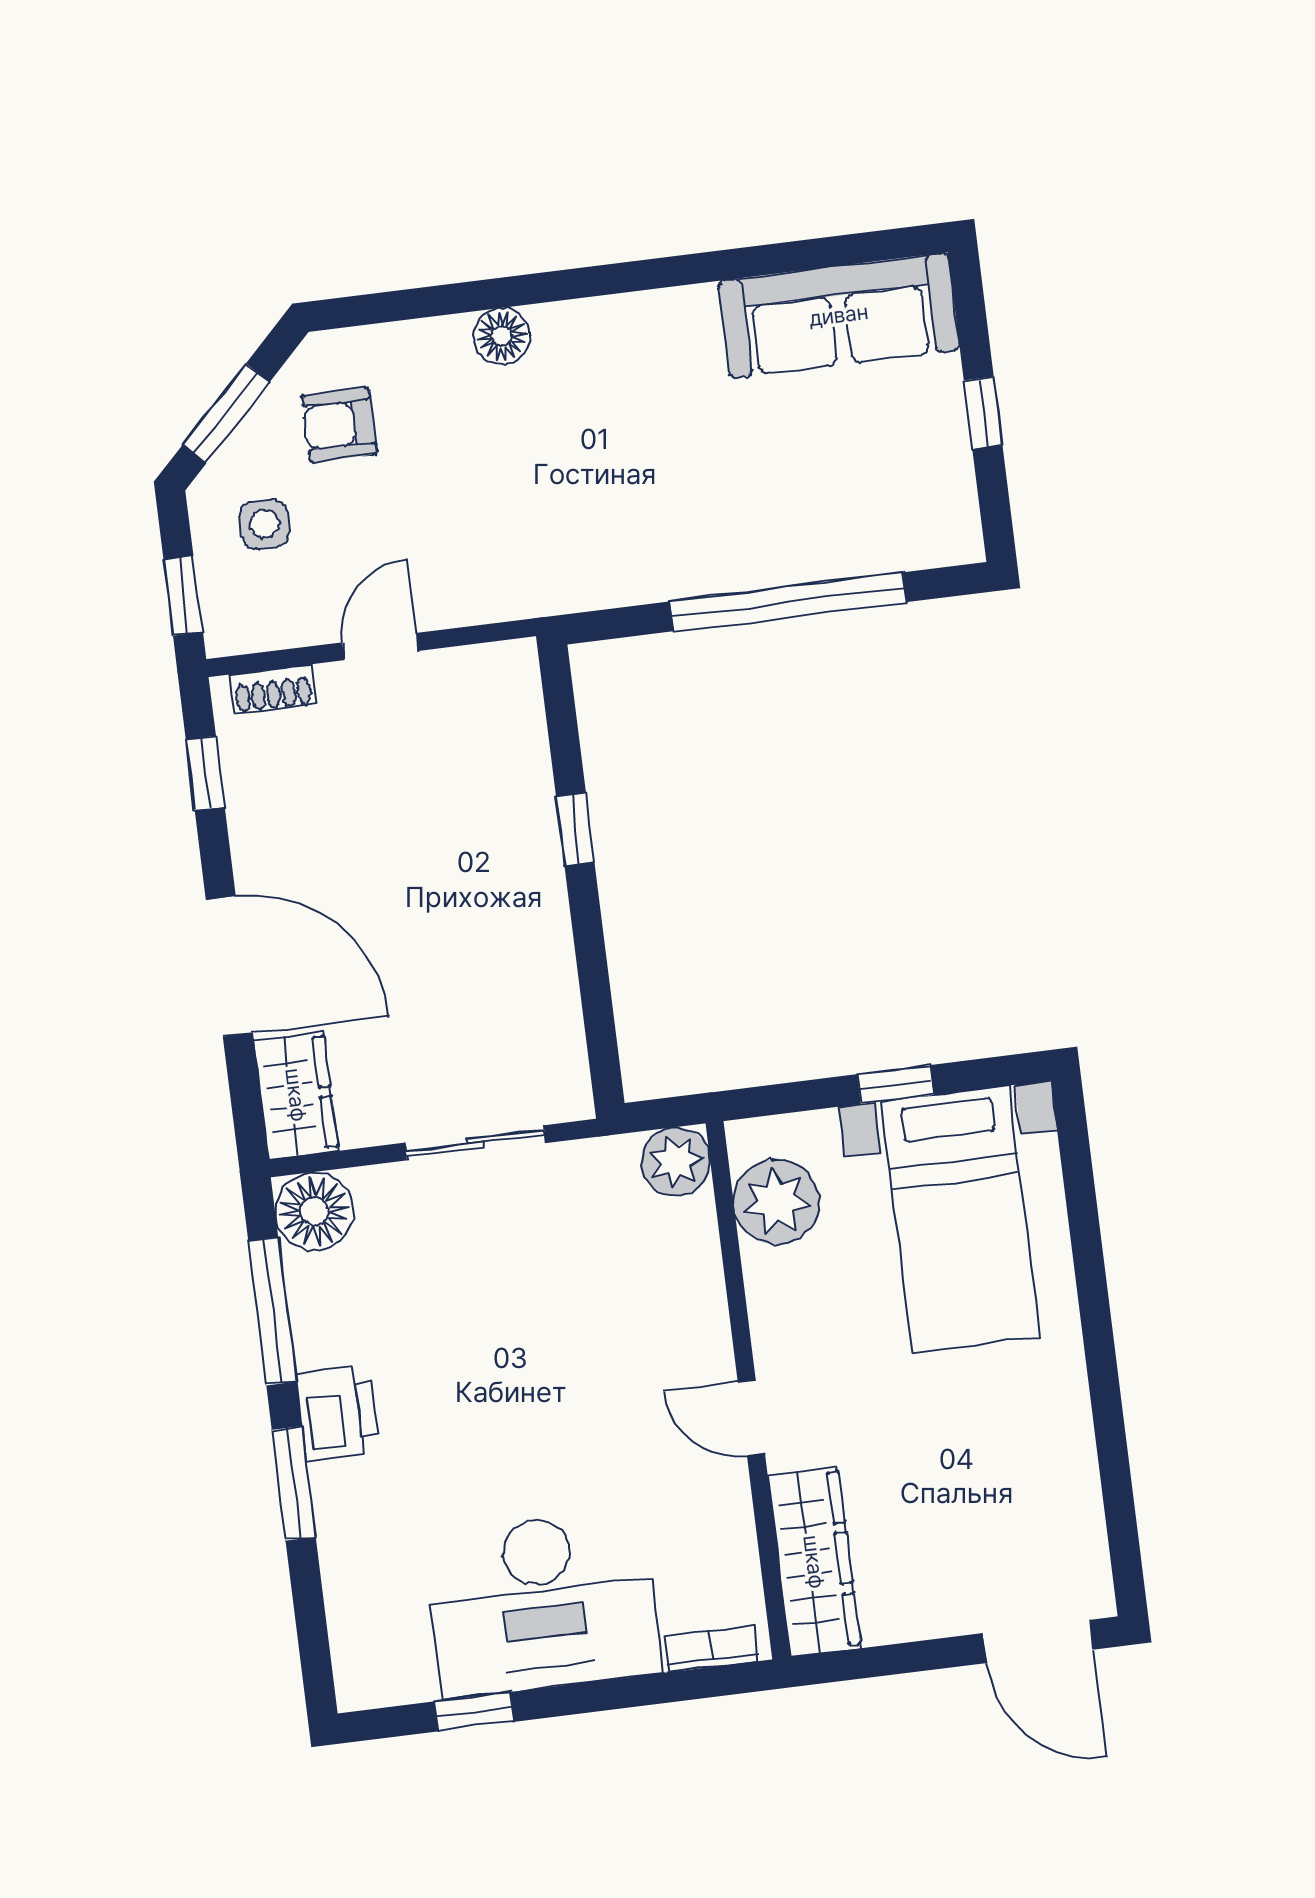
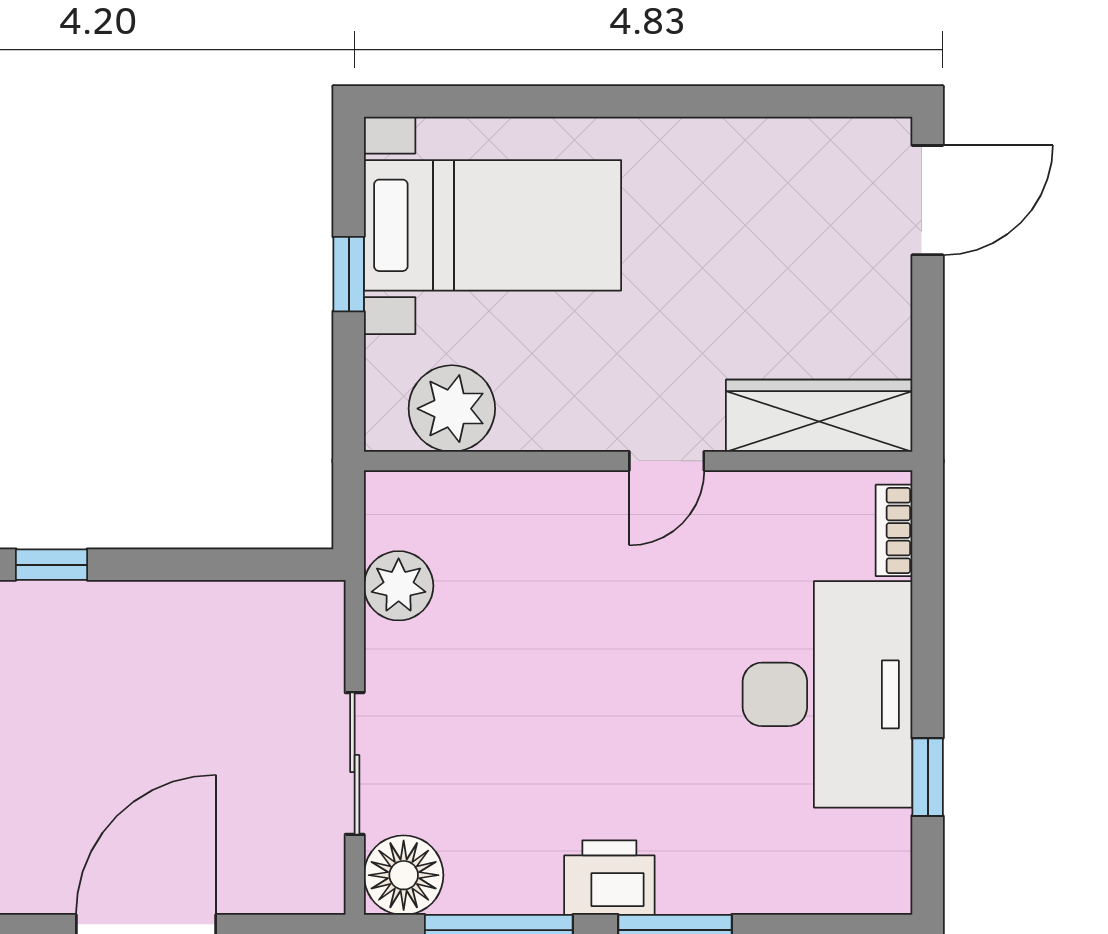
wardrobe: (296, 1095) -> (284, 879), removed
sliding door: (475, 1143) -> (355, 764), moved
plant: (676, 1161) -> (399, 586), moved

